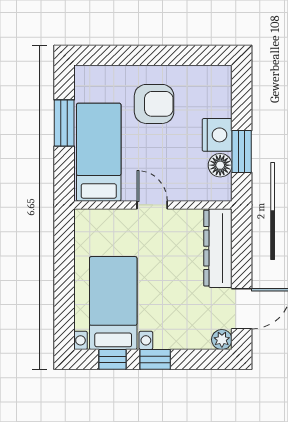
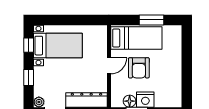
armchair: (154, 104) -> (139, 68), moved
window: (155, 359) -> (29, 77), moved

